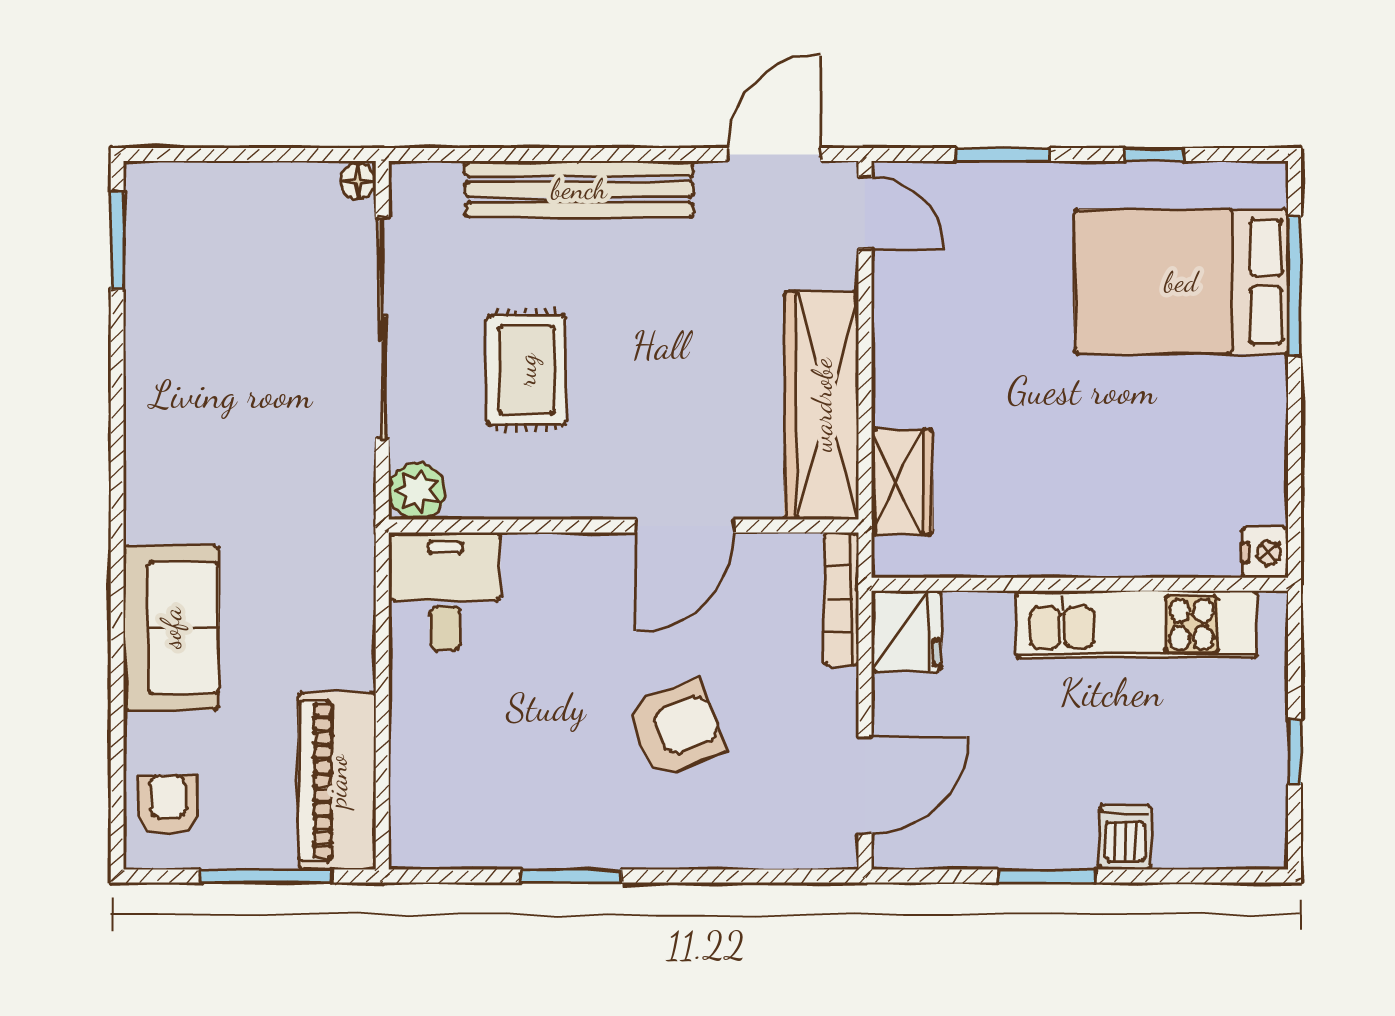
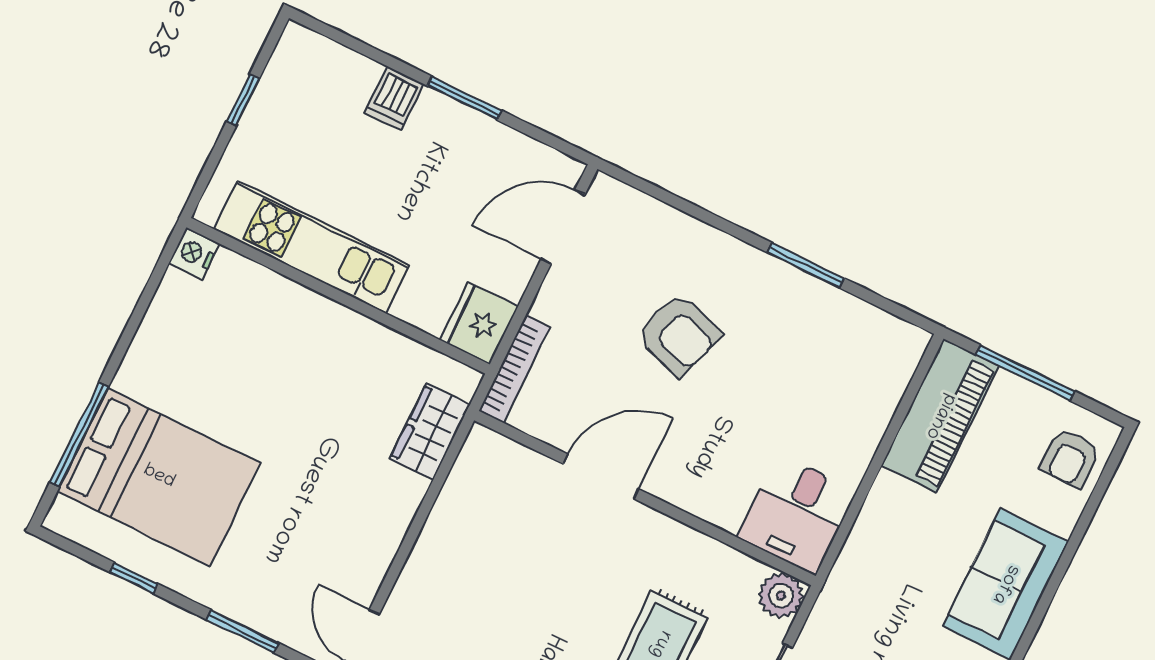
wardrobe: (822, 405) -> (461, 515), removed
armchair: (676, 729) -> (679, 334), turned -140

